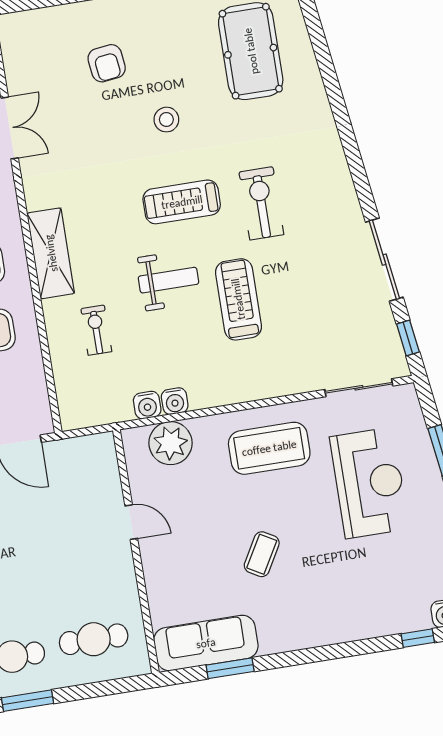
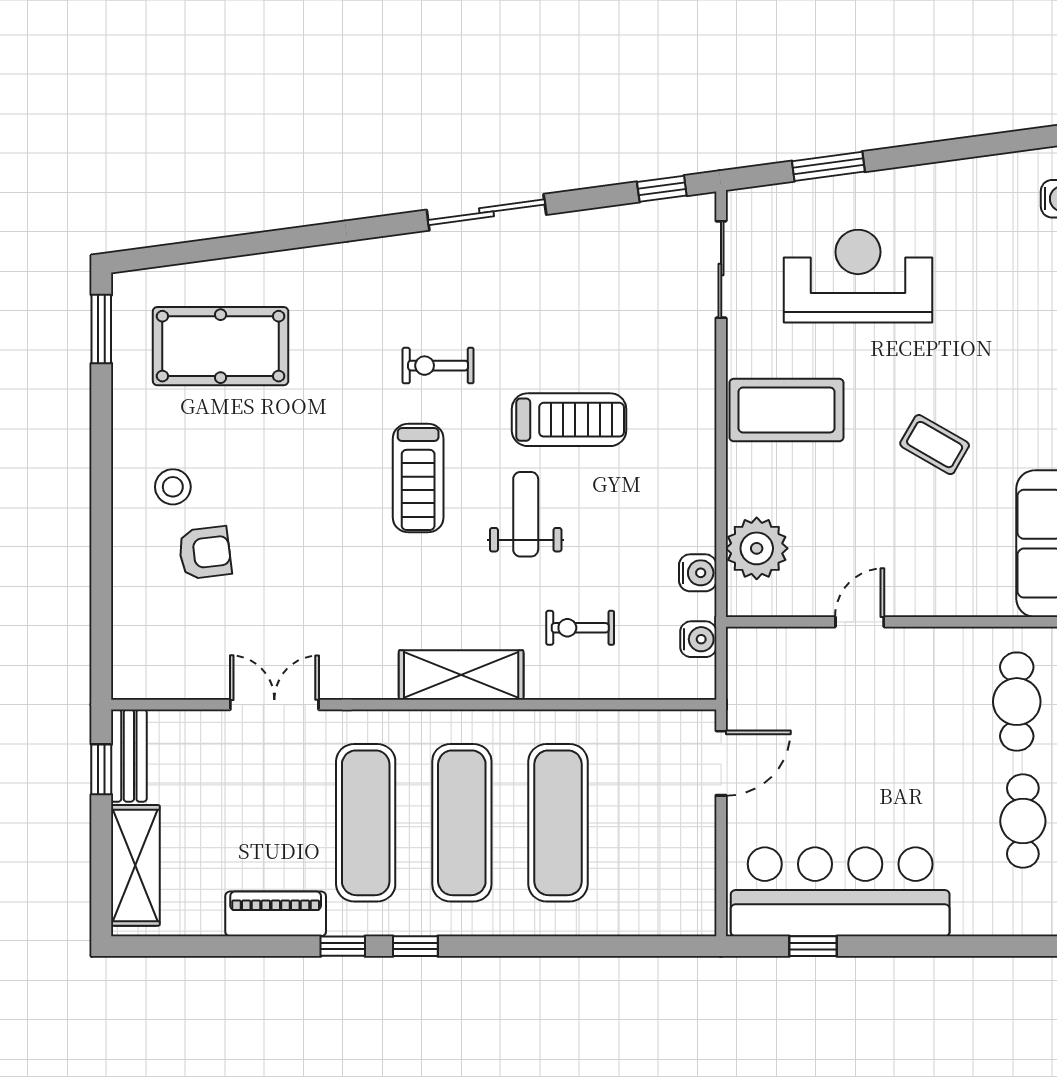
stool: (166, 120) -> (173, 487), moved
exercise bike: (261, 203) -> (438, 366), width x0.73, depth x0.72
sliding door: (384, 260) -> (486, 212), moved
treadmill: (238, 299) -> (569, 420), turned 180
water cooler: (175, 401) -> (698, 639), moved
coffee table: (269, 448) -> (786, 410), turned 90

